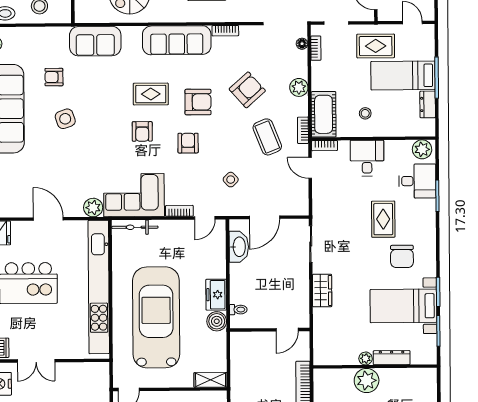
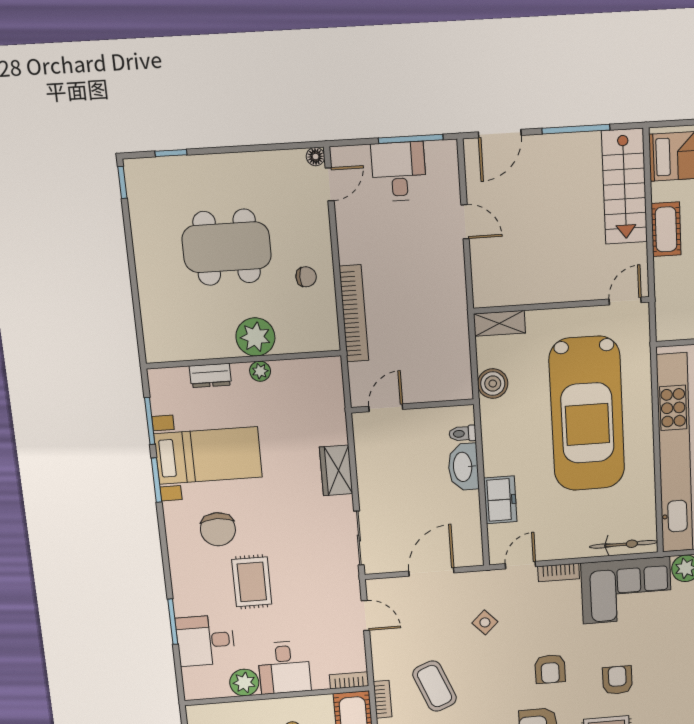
plant: (422, 149) -> (244, 683), moved
door: (310, 168) -> (365, 616), moved
washbasin: (239, 247) -> (463, 467), moved
chair: (402, 256) -> (218, 529), turned 180
freezer: (216, 295) -> (500, 500), moved
boiler: (217, 321) -> (493, 384), moved
dresser: (392, 358) -> (210, 375), width x0.70

